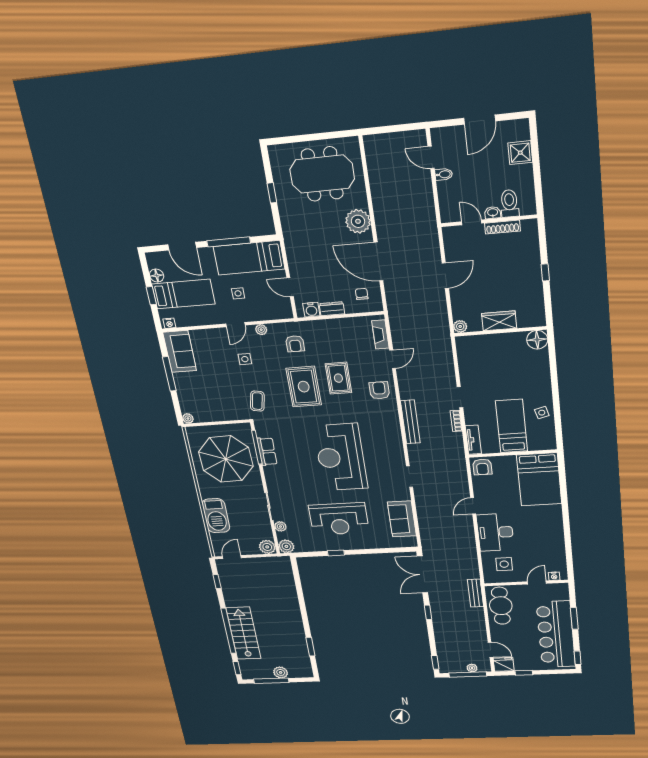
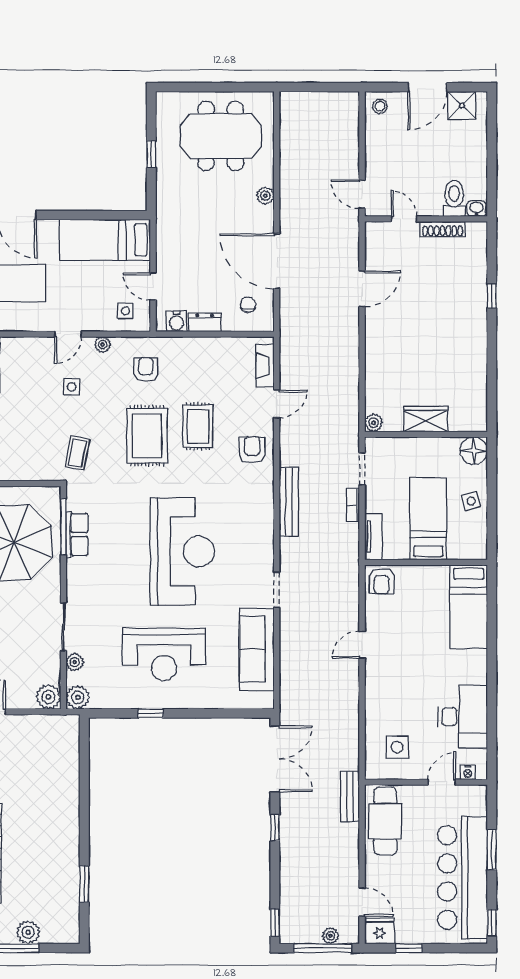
stool: (443, 139) -> (380, 106), added
shower: (520, 153) -> (462, 105), moved
door: (431, 157) -> (362, 194), moved
bidet: (444, 174) -> (375, 152), removed
washbasin: (493, 213) -> (477, 209), moved
plant: (358, 221) -> (265, 196), width x0.53, depth x0.53
window: (229, 242) -> (81, 215), removed
side table: (238, 293) -> (125, 311), moved
wardrobe: (499, 321) -> (426, 419), moved
plant: (460, 326) -> (374, 423), moved
wall: (500, 331) -> (426, 434), moved
floor lamp: (537, 340) -> (474, 451), moved
armchair: (295, 344) -> (146, 370), turned 180
reception desk: (341, 457) -> (182, 551), turned 180
bed: (539, 479) -> (469, 607), width x0.67
sofa: (402, 519) -> (257, 649), width x1.36
desk: (495, 532) -> (463, 717), moved, turned 180
double door: (423, 575) -> (275, 759), swing flipped

